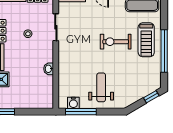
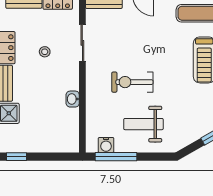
exercise bike: (116, 42) -> (132, 82), moved
weight bench: (101, 87) -> (143, 124), turned -90

